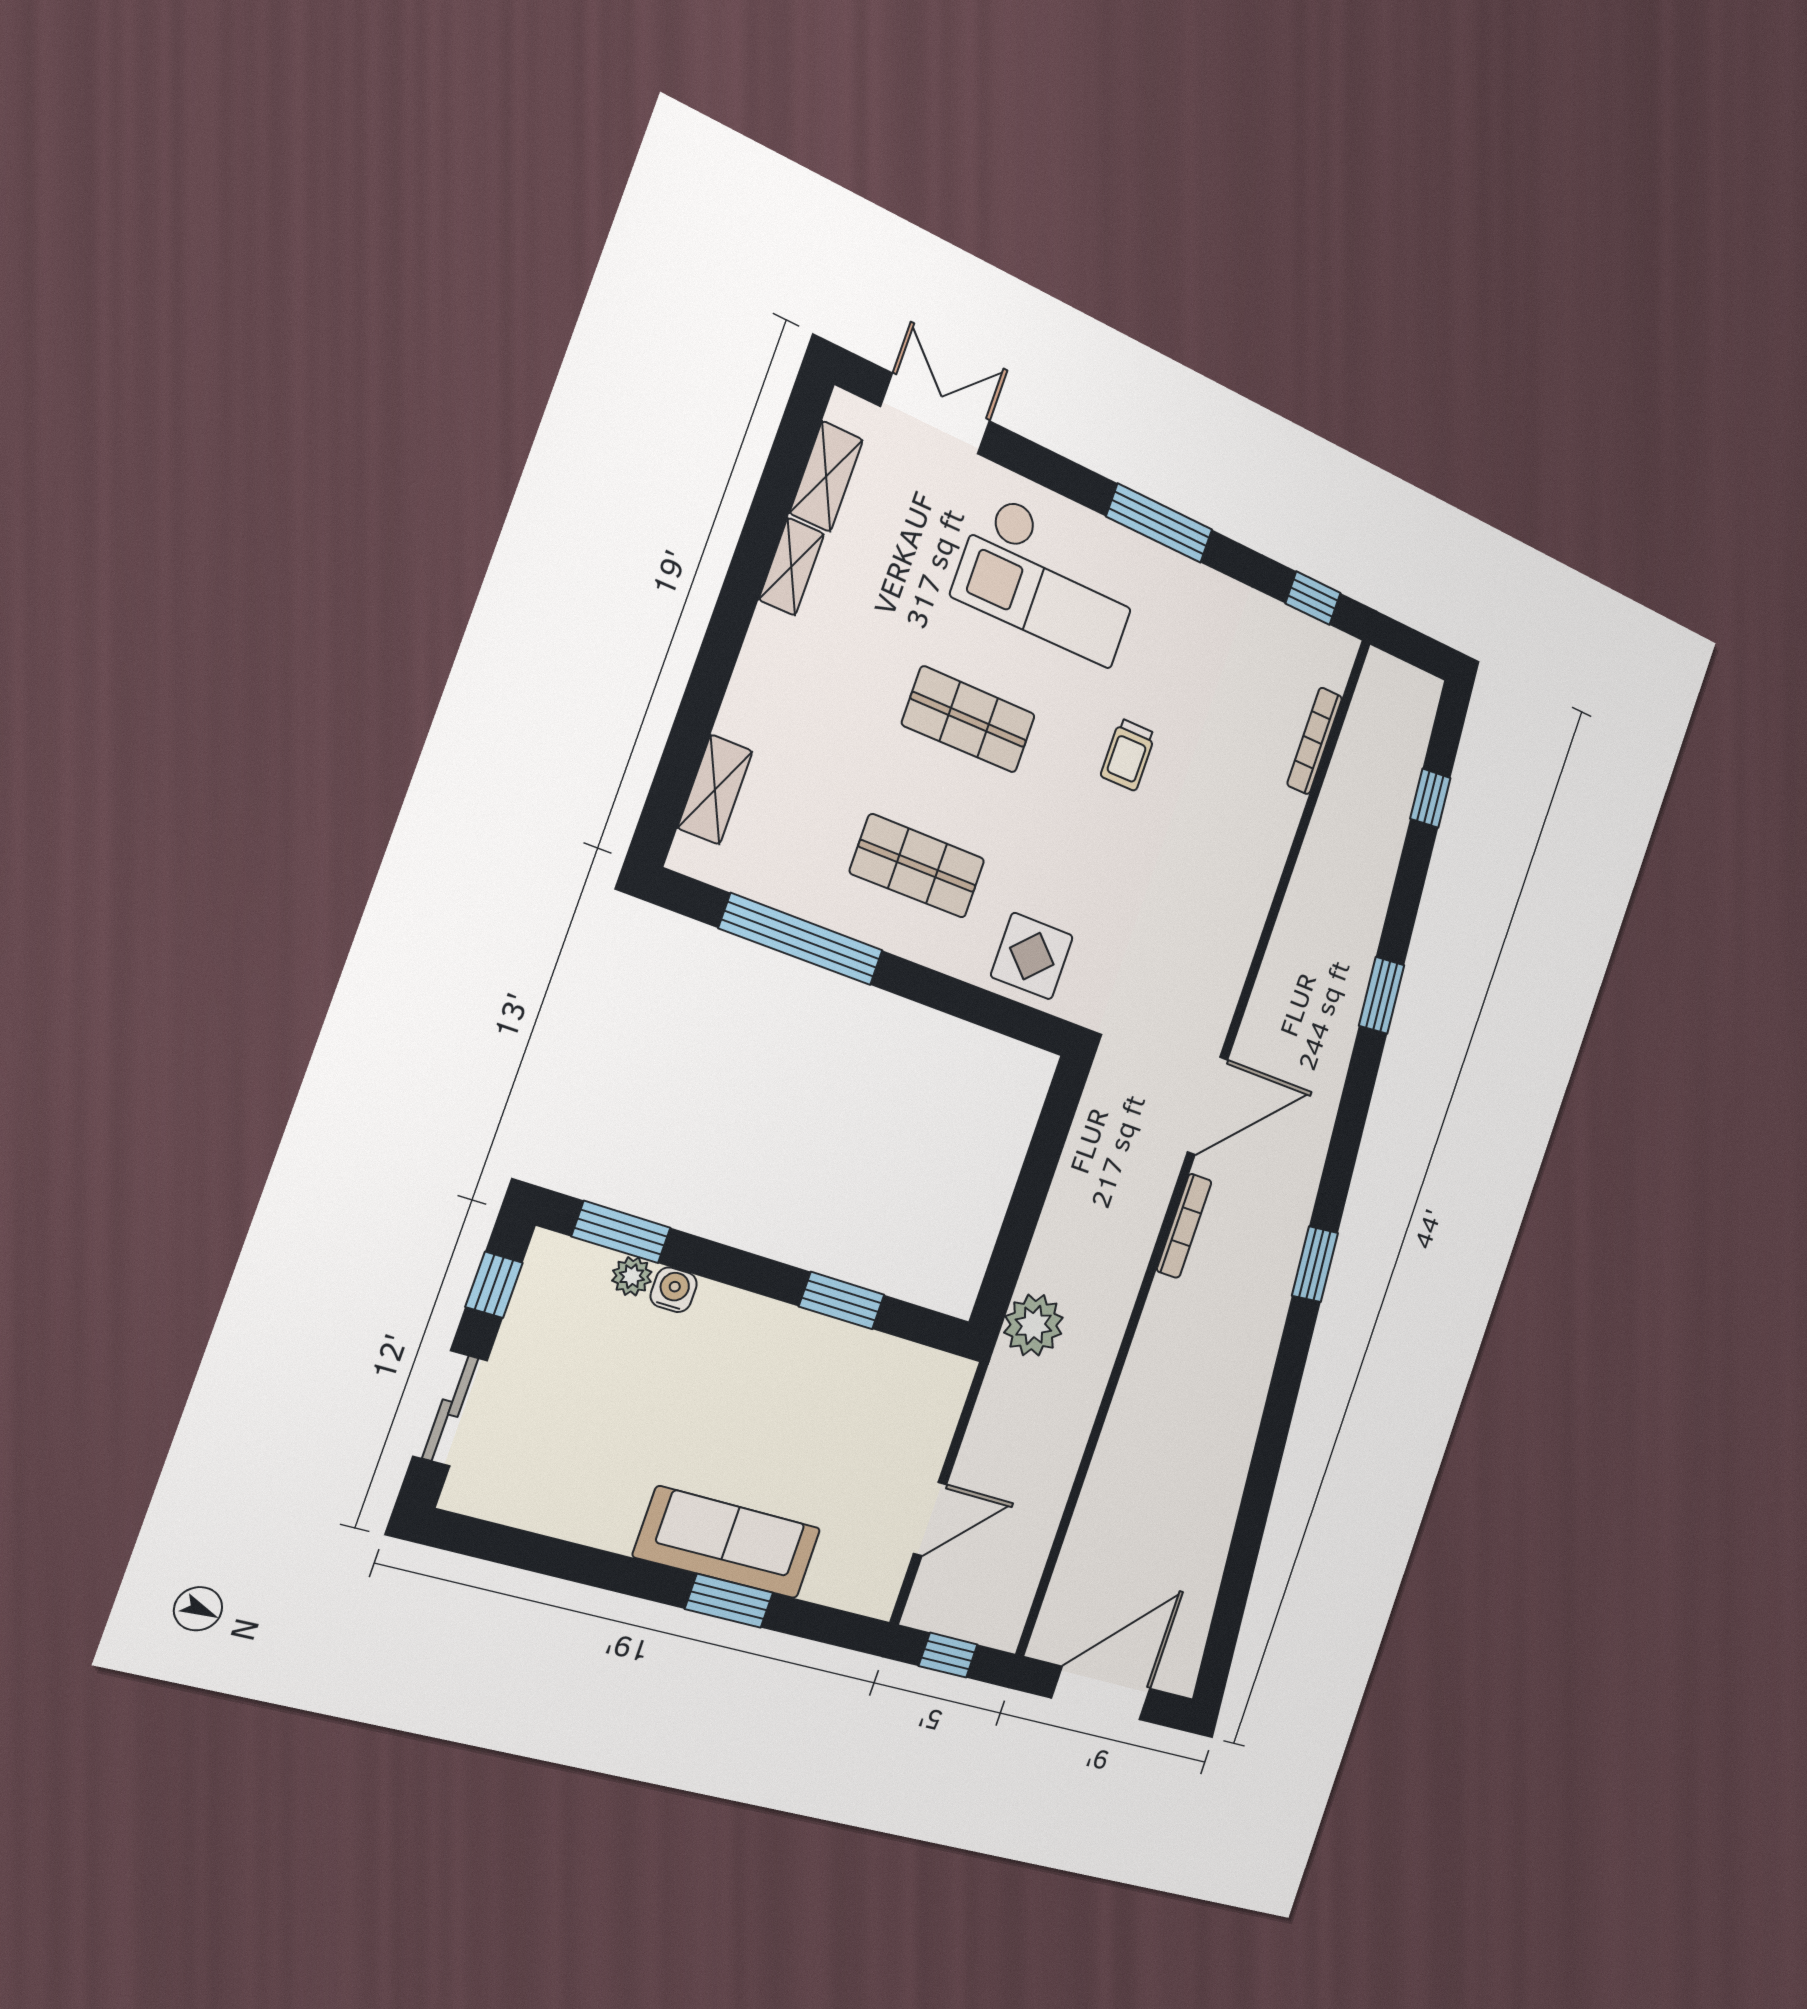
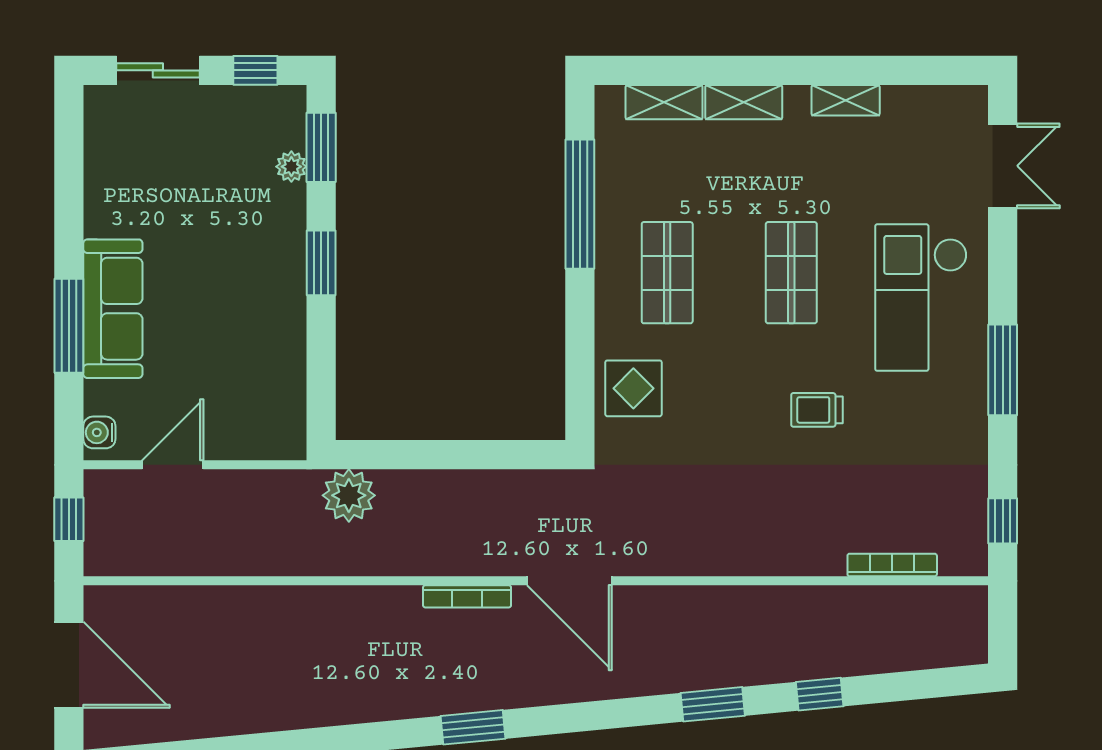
shelving: (826, 476) -> (744, 102), moved
window: (1430, 798) -> (820, 694), moved
water cooler: (674, 1290) -> (99, 432), moved, turned 180
window: (842, 1301) -> (321, 263), moved
door: (930, 1519) -> (173, 465), swing flipped
window: (729, 1601) -> (69, 326), width x1.44

